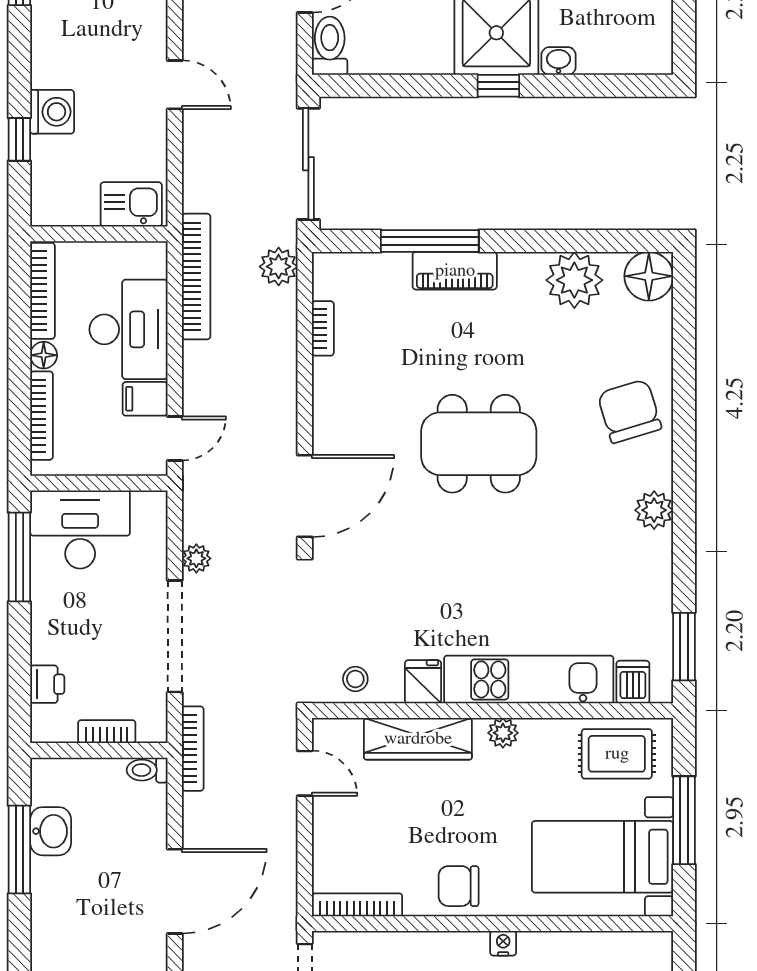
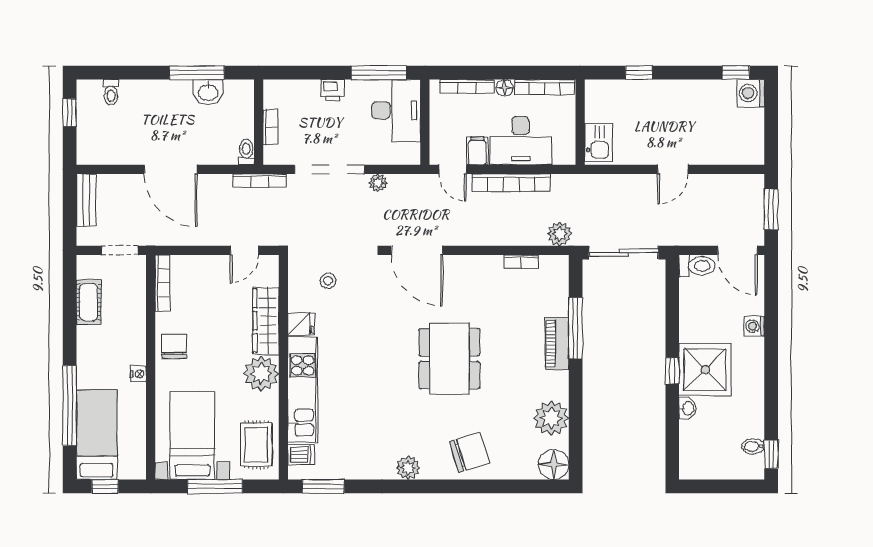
washing machine: (52, 112) -> (656, 93), removed
bookcase: (196, 277) -> (511, 183), moved
stool: (355, 679) -> (328, 281), moved
printer: (47, 684) -> (332, 90), moved
plant: (503, 733) -> (261, 374), width x1.88, depth x1.88

